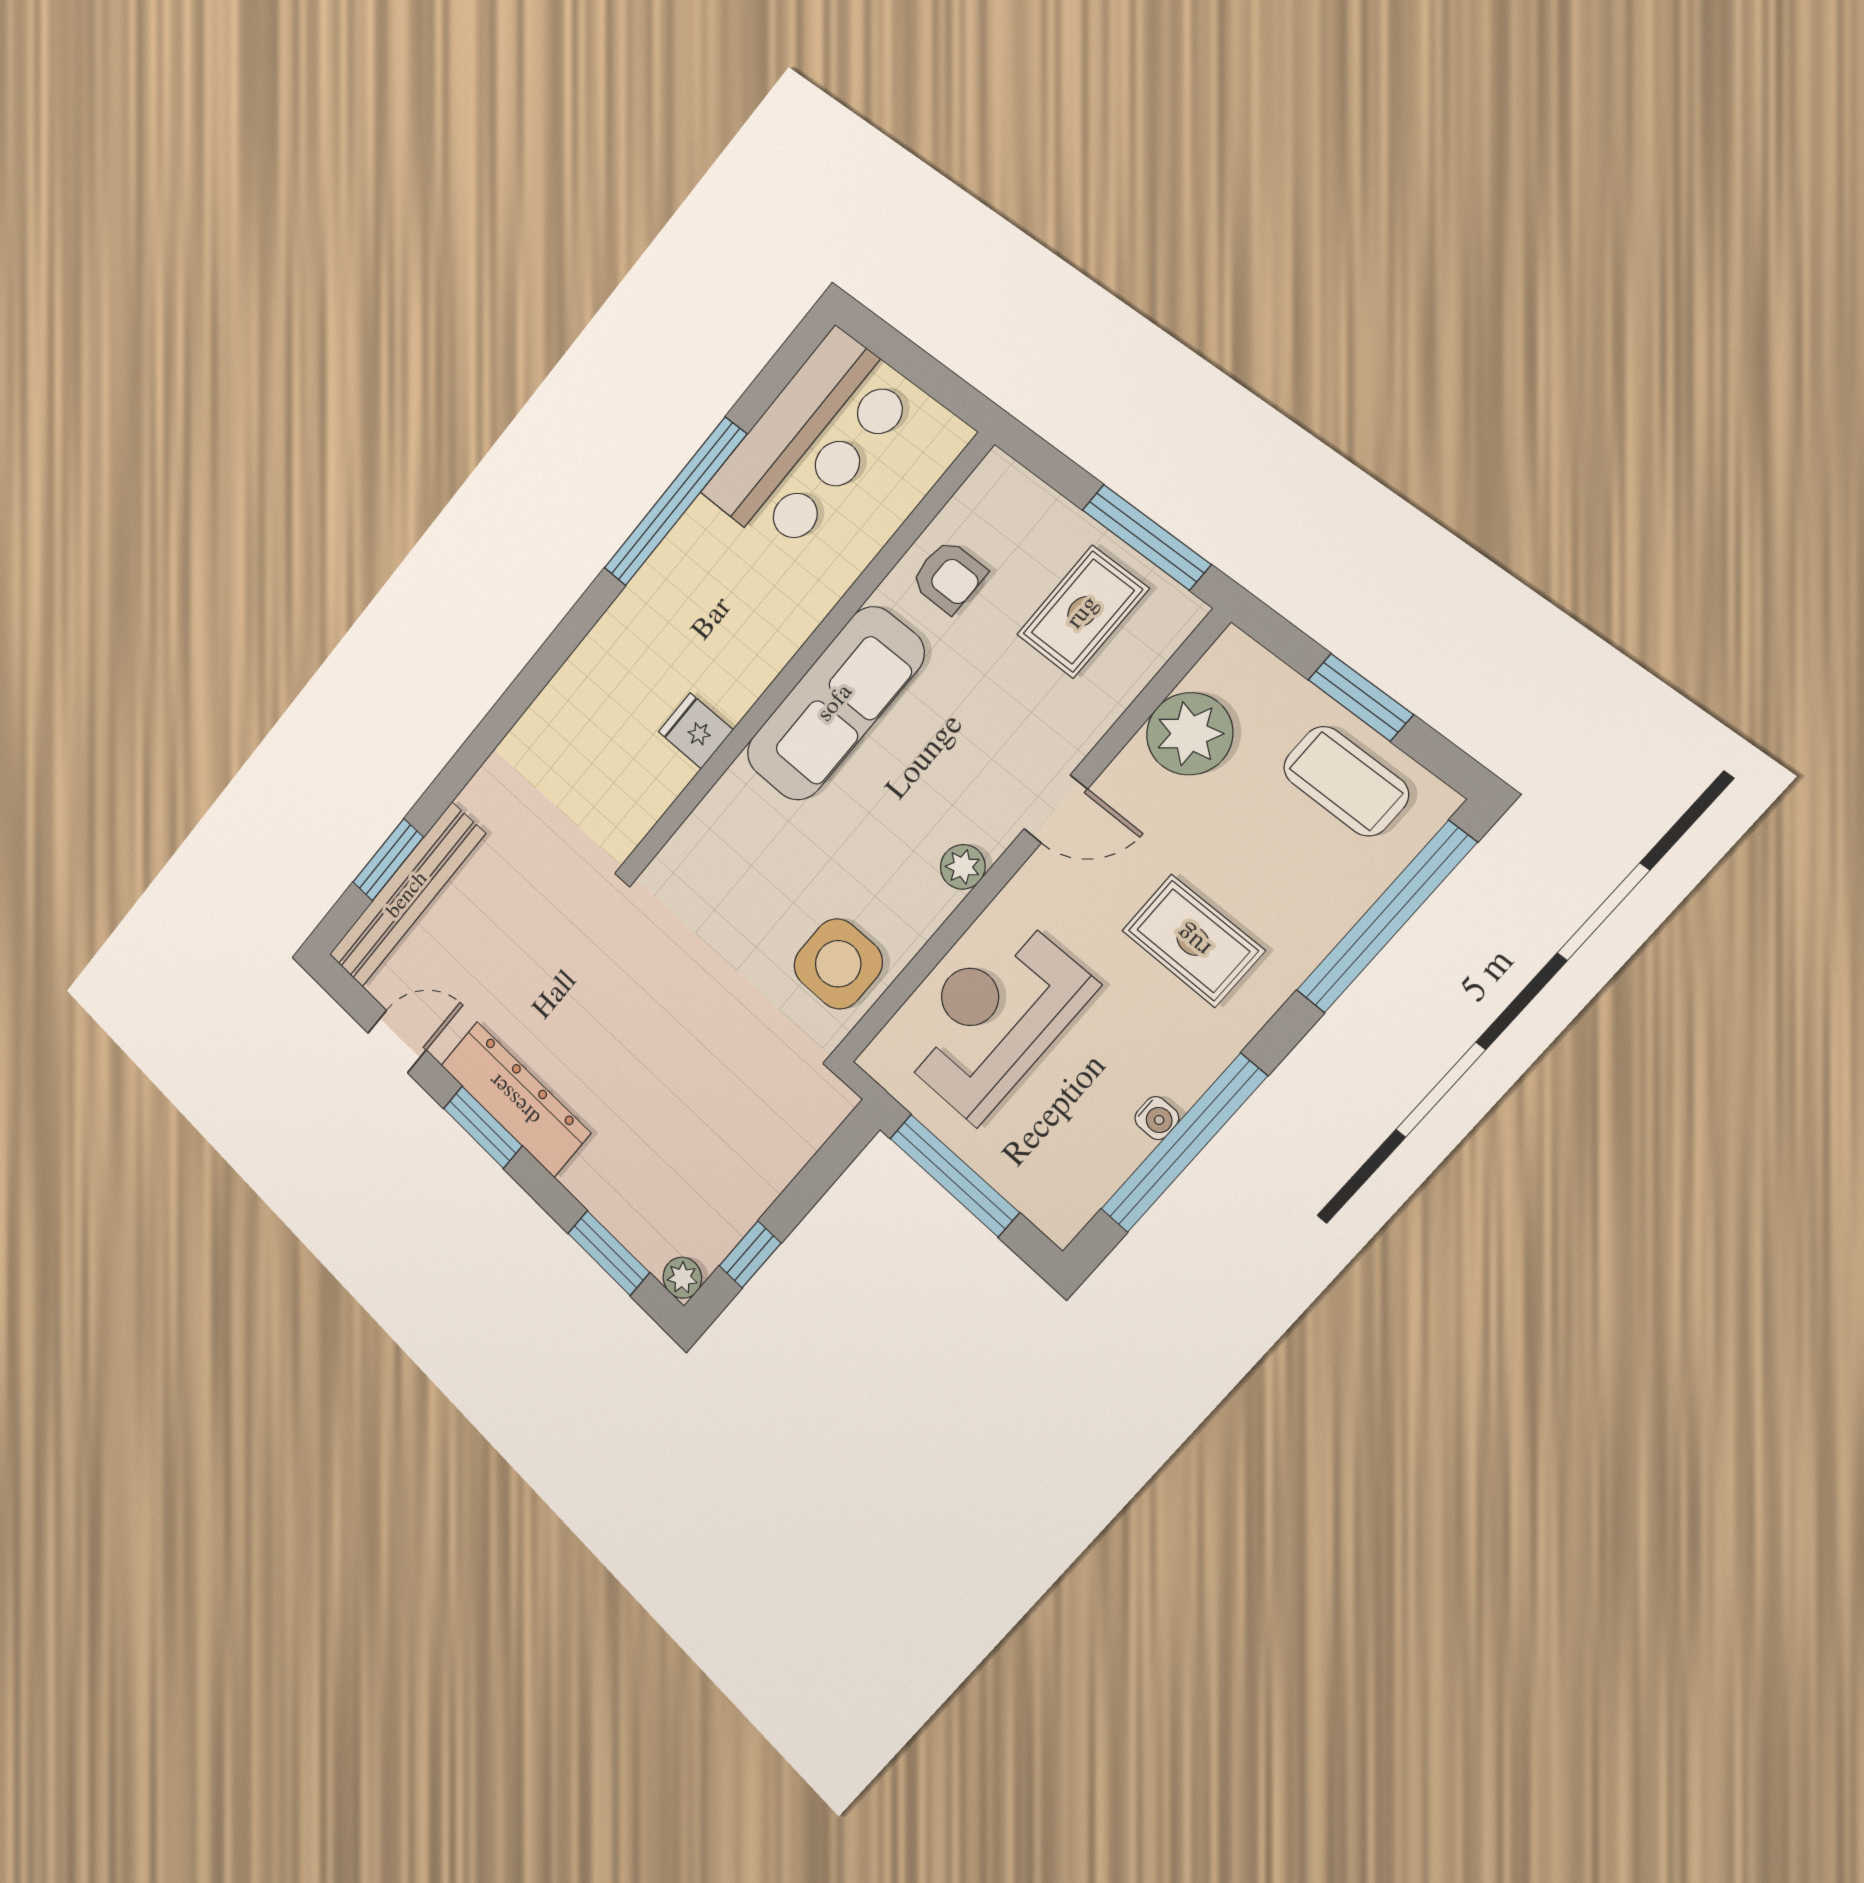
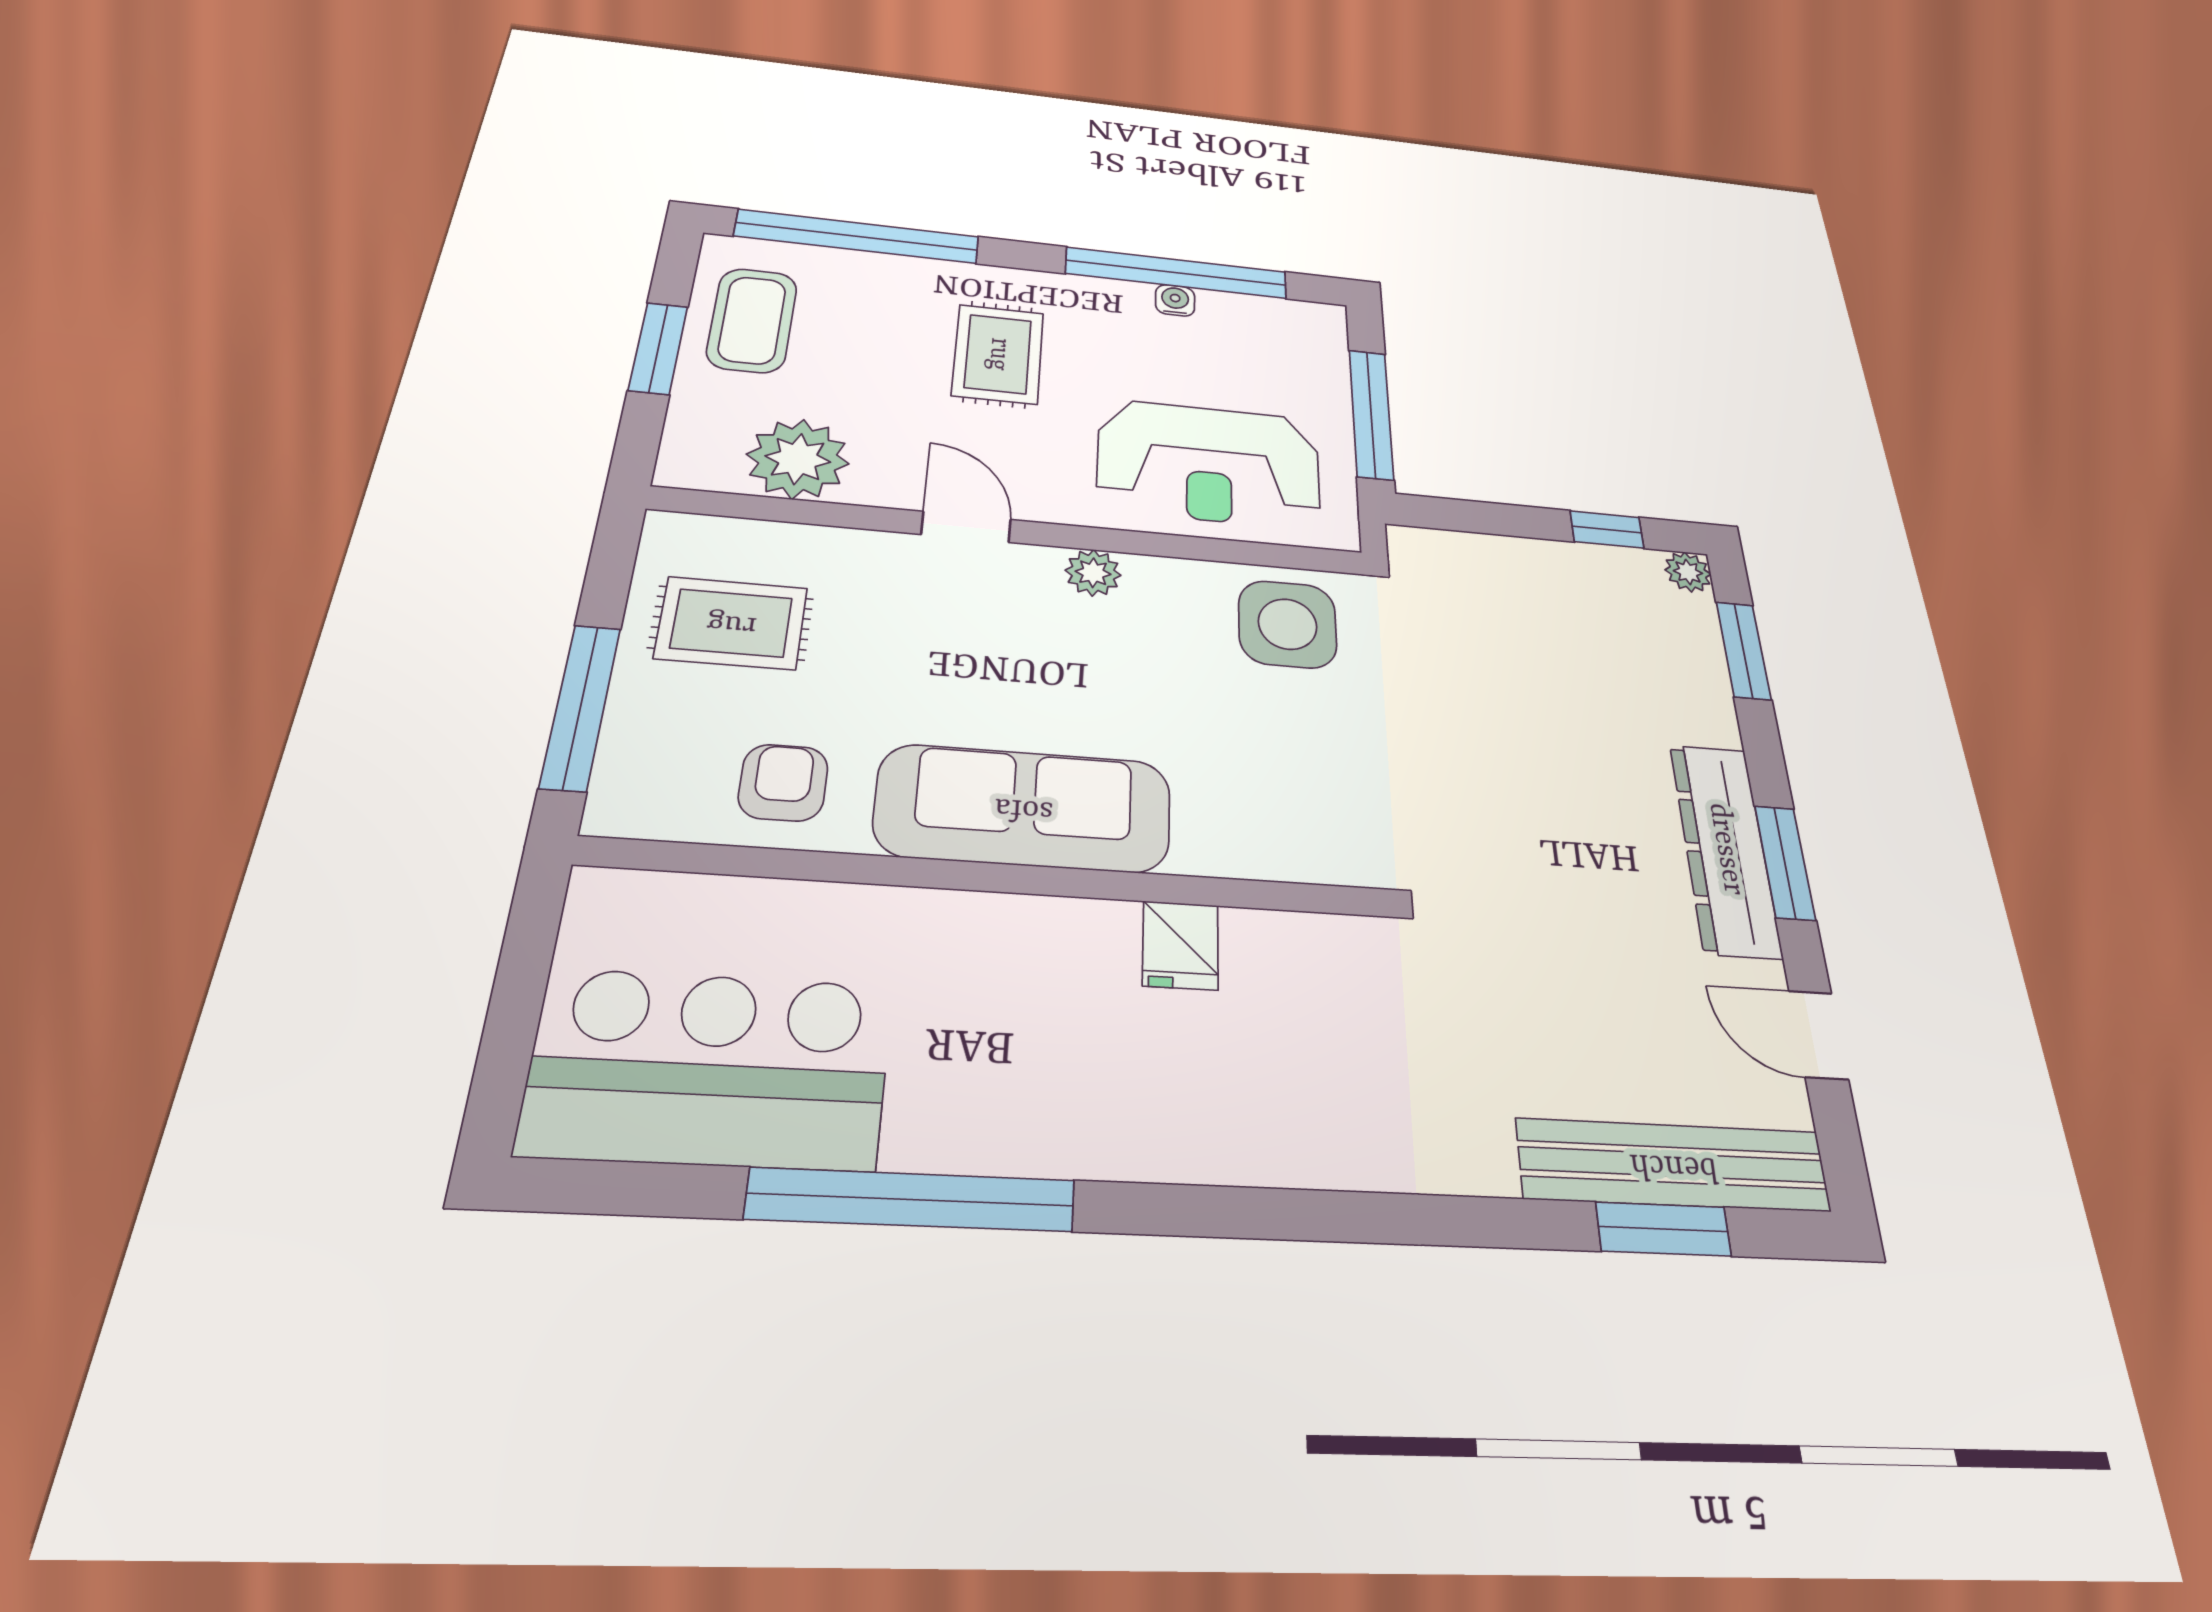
window: (1146, 537) -> (581, 707), moved

